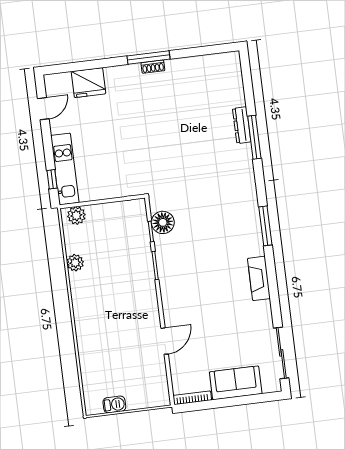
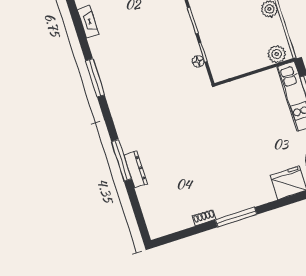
shoe rack: (153, 67) -> (204, 218), moved
floor lamp: (163, 222) -> (198, 61), width x0.53, depth x0.53
fireplace: (259, 278) -> (88, 22), width x0.73, depth x0.76

